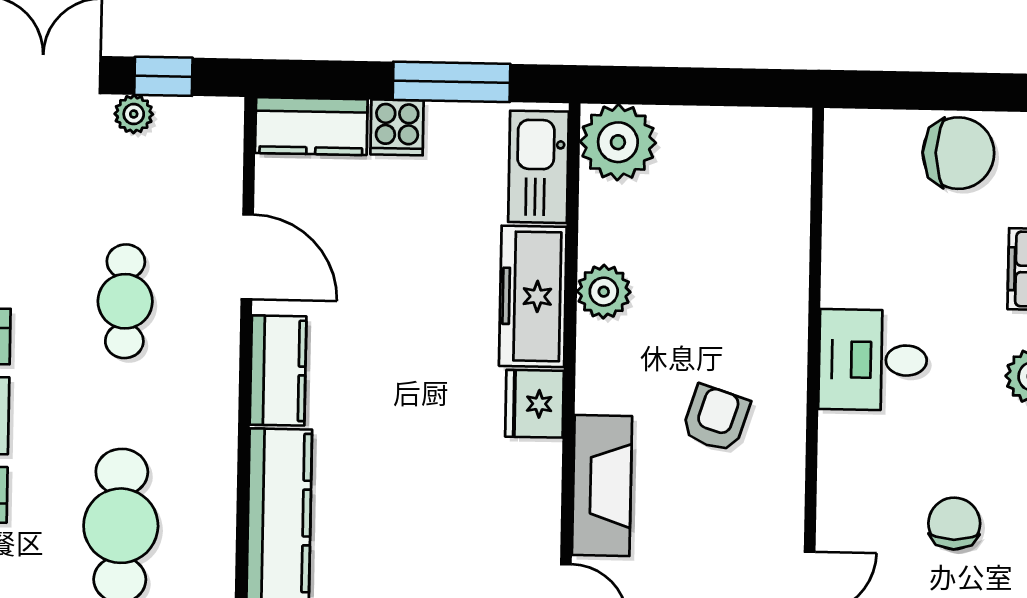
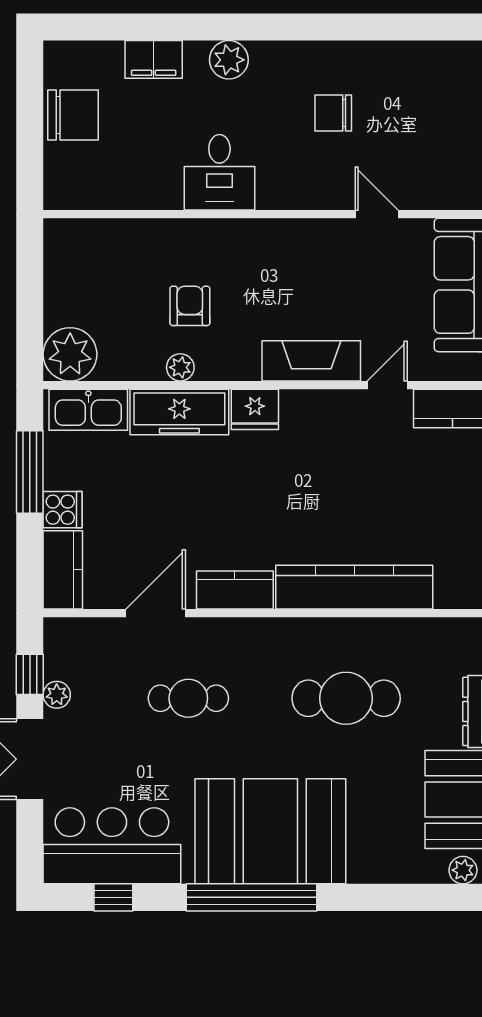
chair: (958, 153) -> (73, 115), turned 90
plant: (604, 292) -> (180, 367), width x0.73, depth x0.73
armchair: (716, 418) -> (190, 306), moved, turned 72

